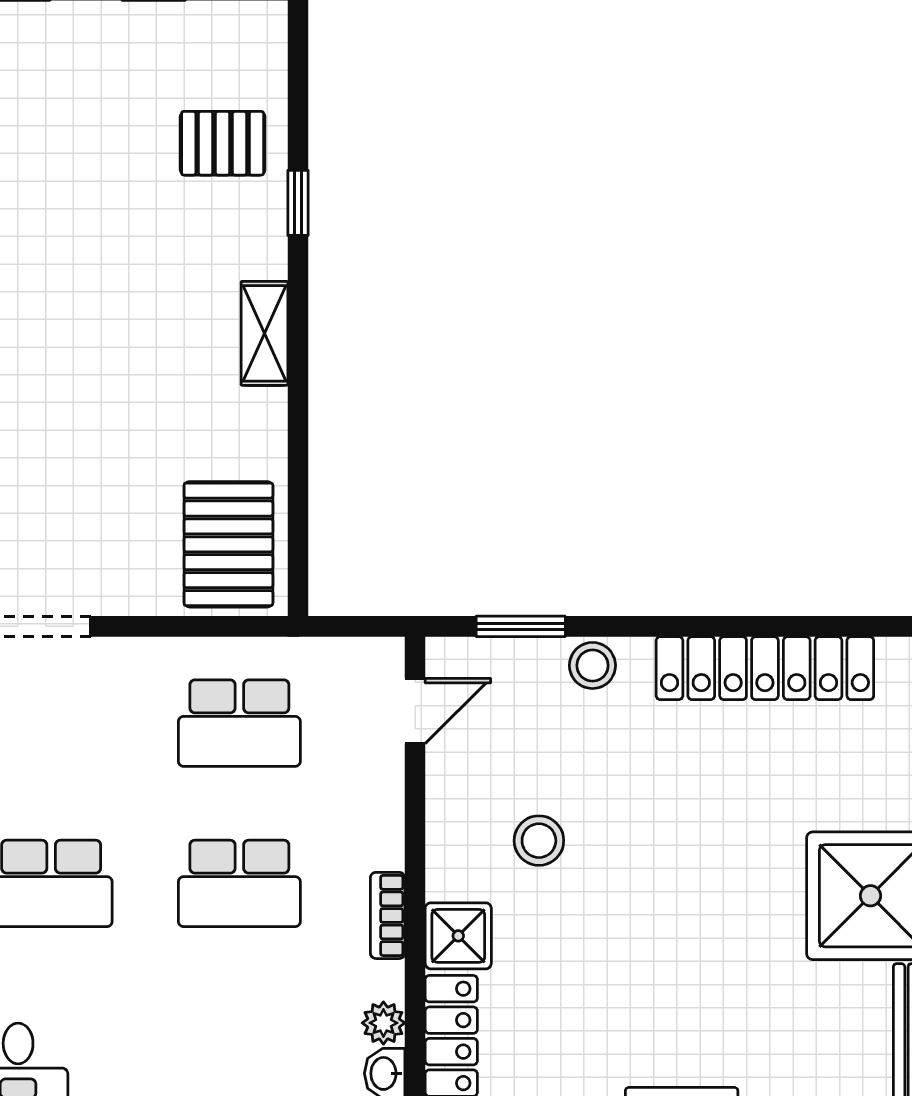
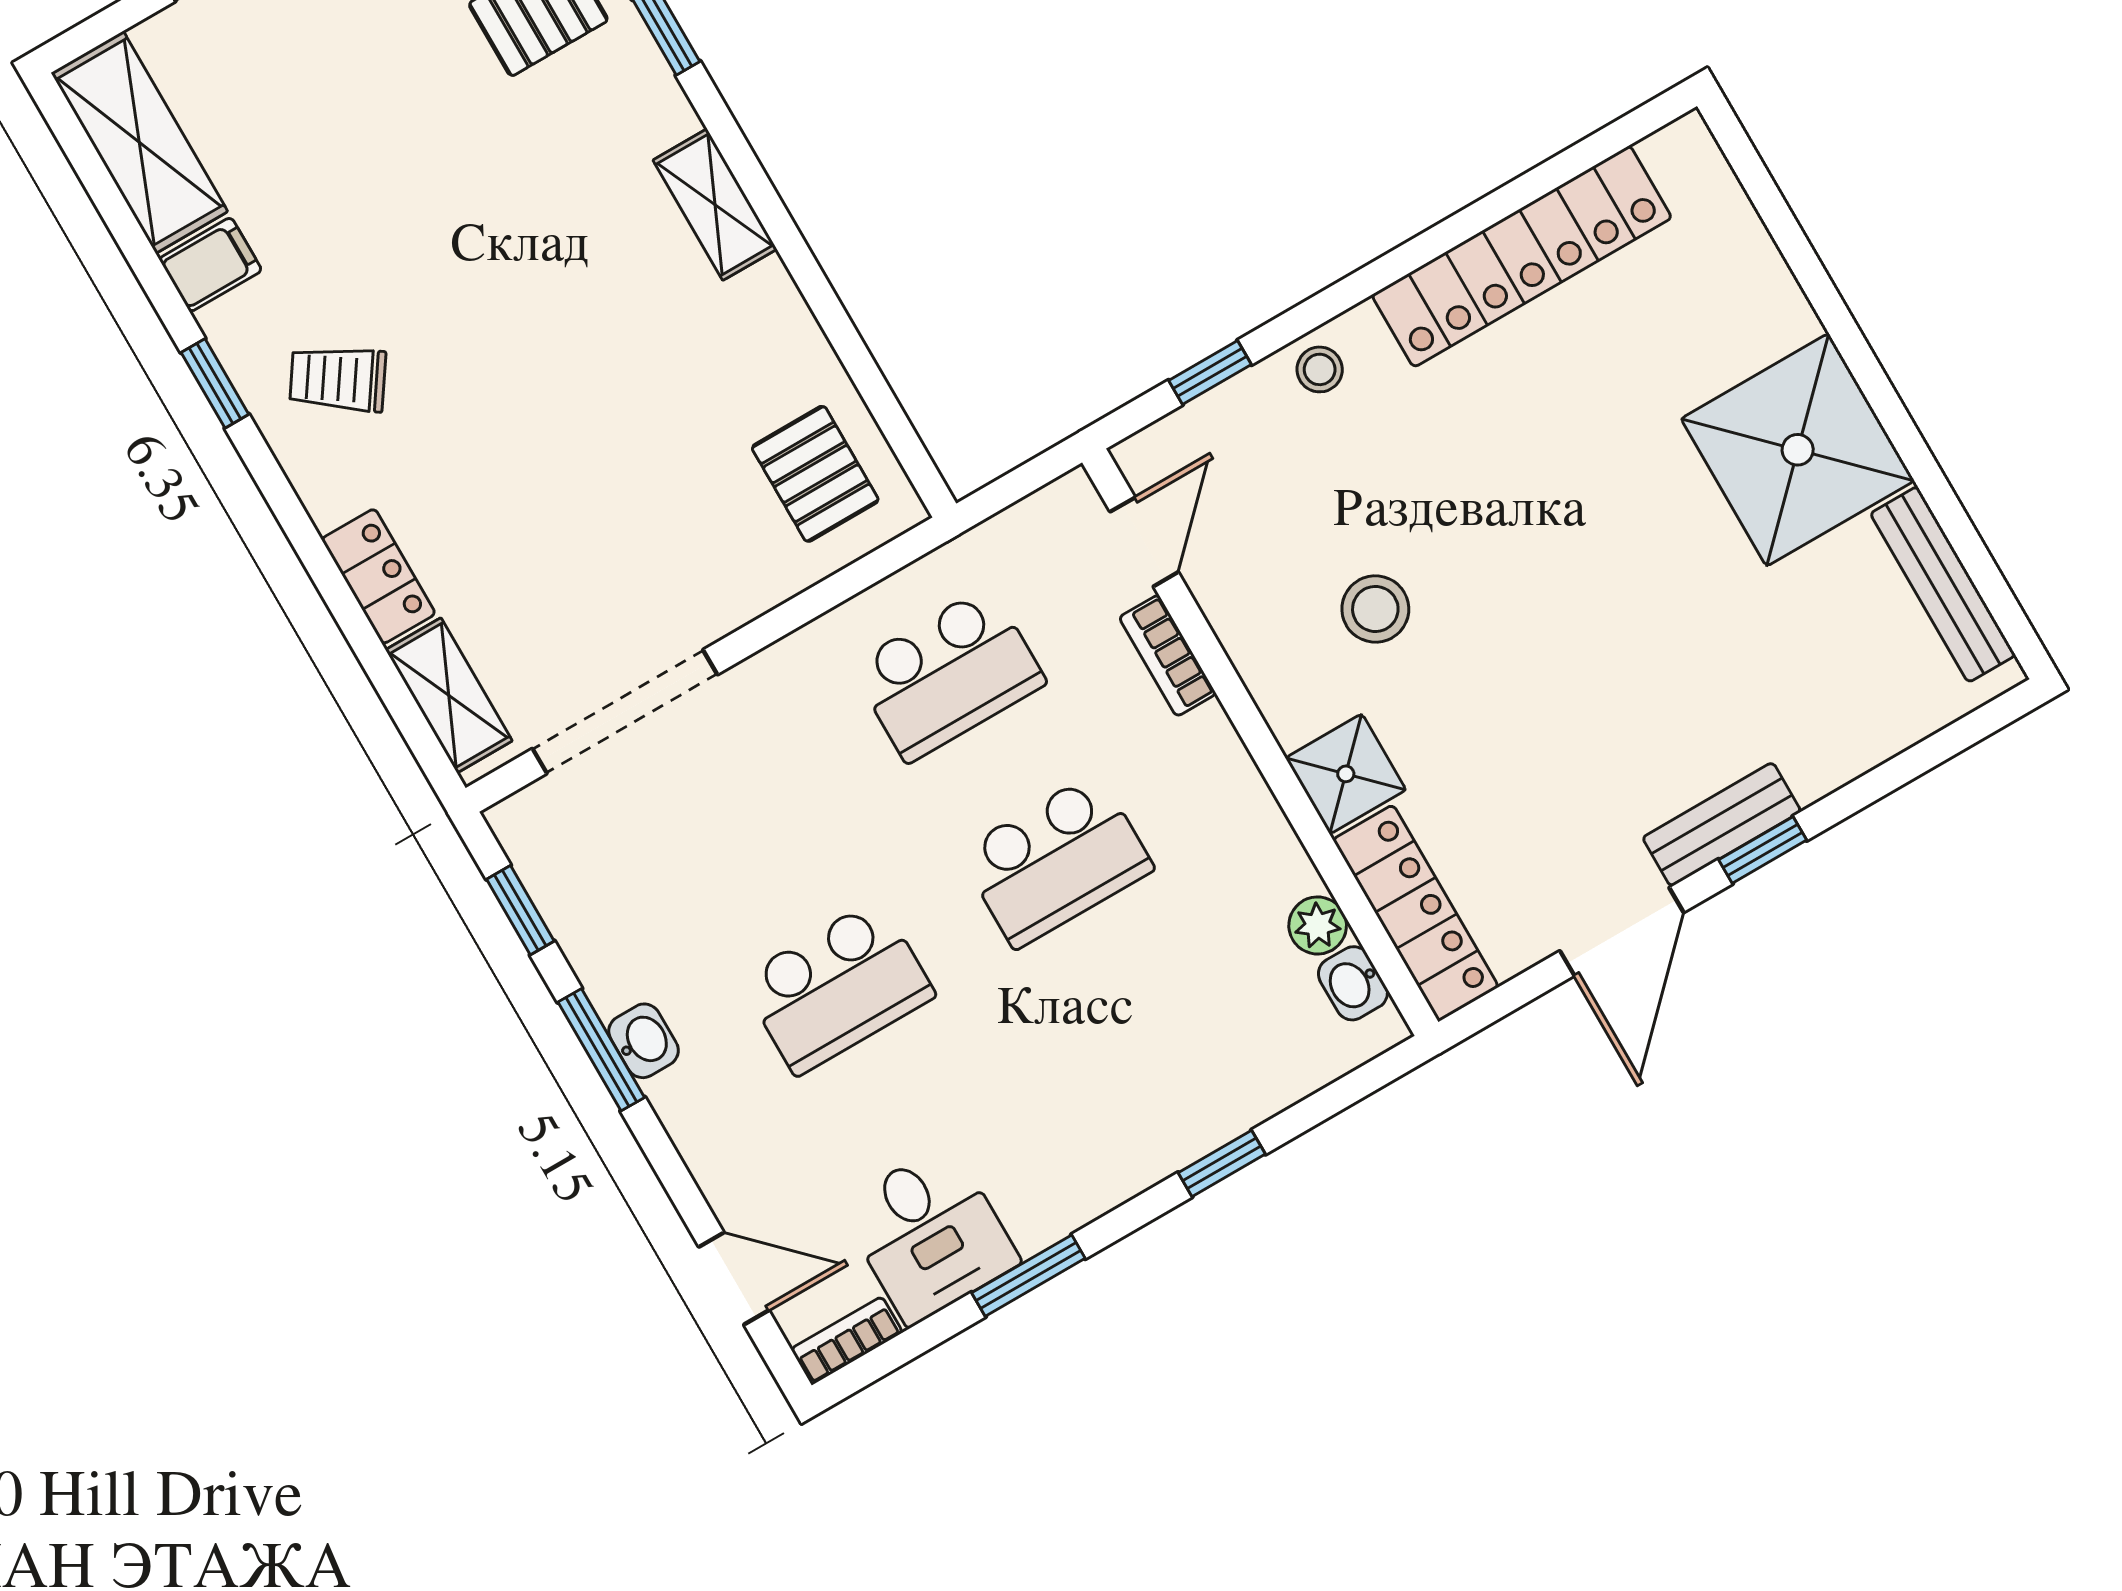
pallet: (228, 544) -> (815, 474), width x0.67, depth x0.71
window: (521, 626) -> (1210, 372), width x0.67
stool: (592, 665) -> (1320, 369), width x0.73, depth x0.73
bookcase: (388, 915) -> (1168, 656), moved

